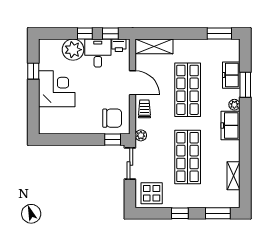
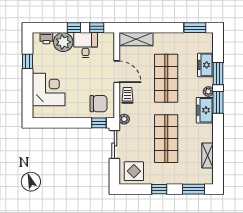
printer: (119, 45) -> (46, 38), moved
corner desk: (57, 89) -> (49, 90), moved
window: (245, 117) -> (218, 102), added

